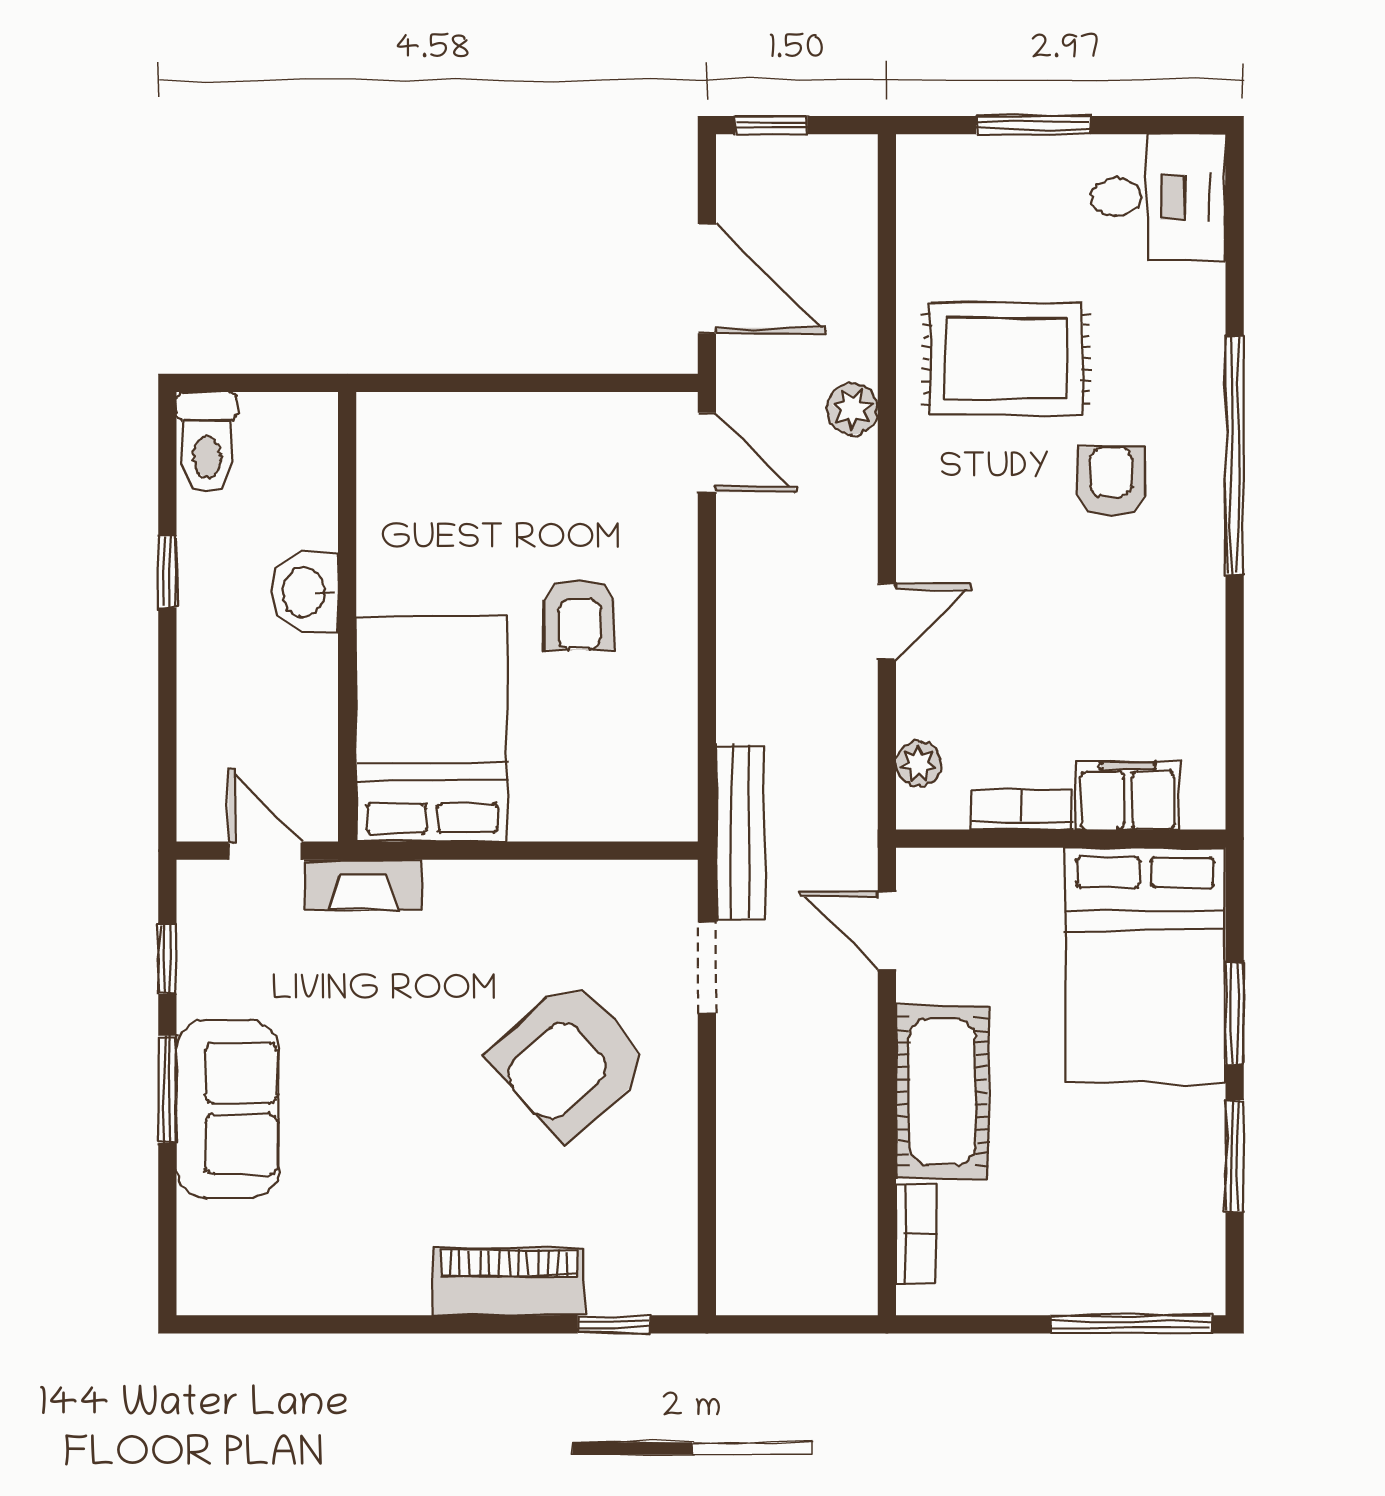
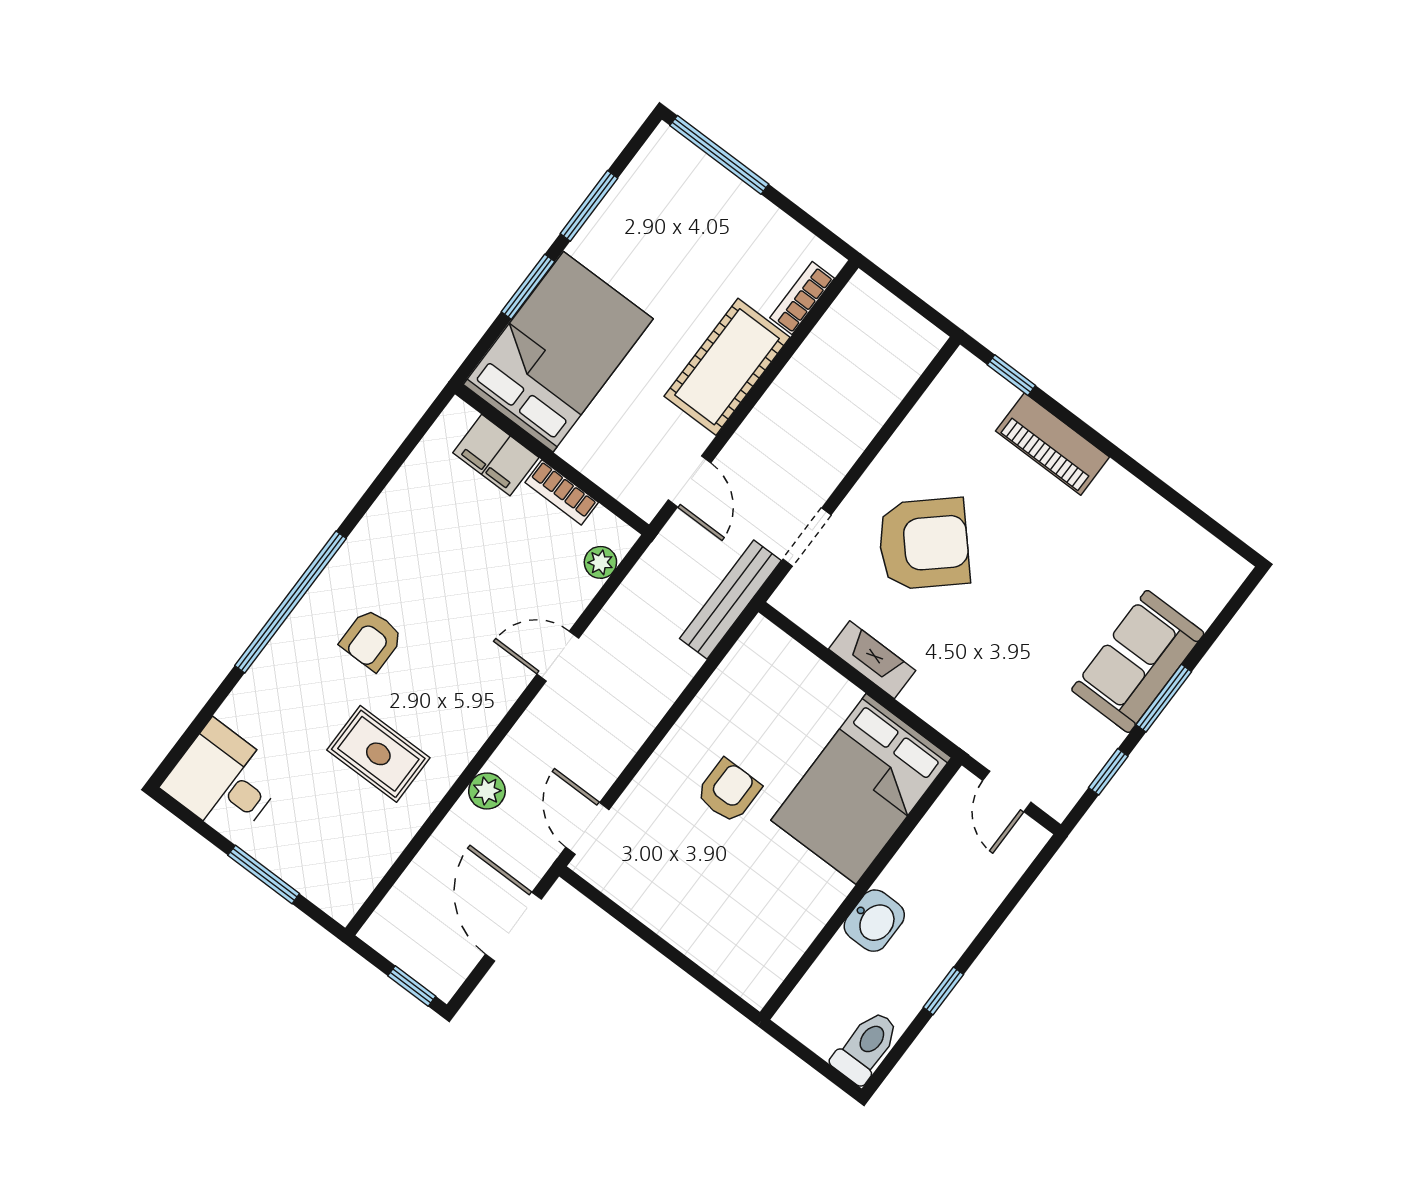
rug: (1006, 359) -> (378, 754), width x0.73, depth x0.70
fireplace: (363, 885) -> (872, 660), moved

